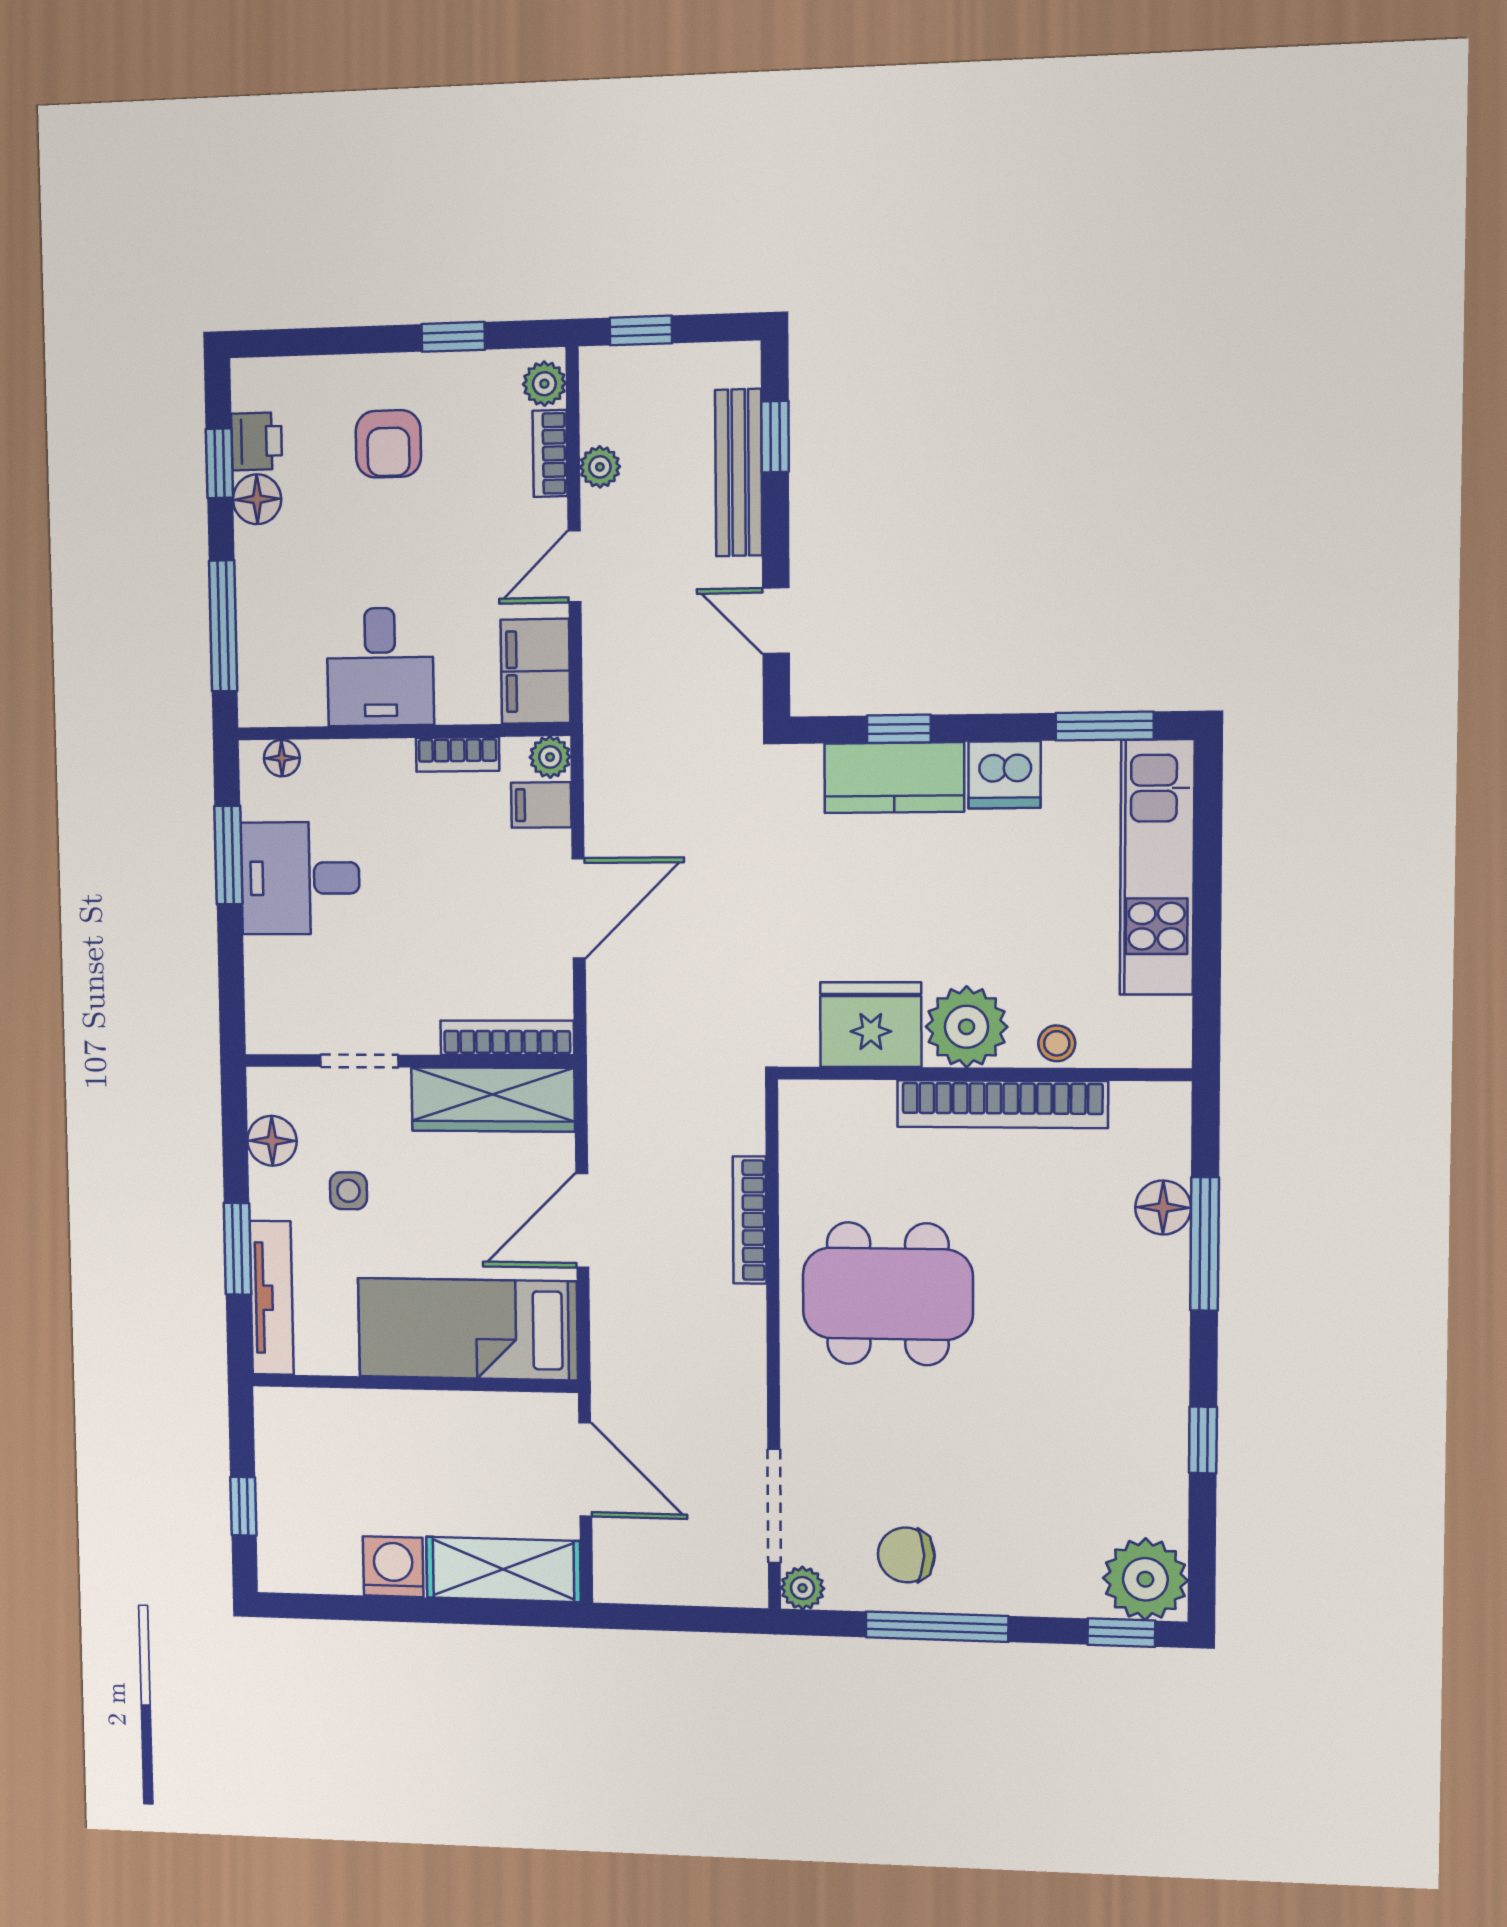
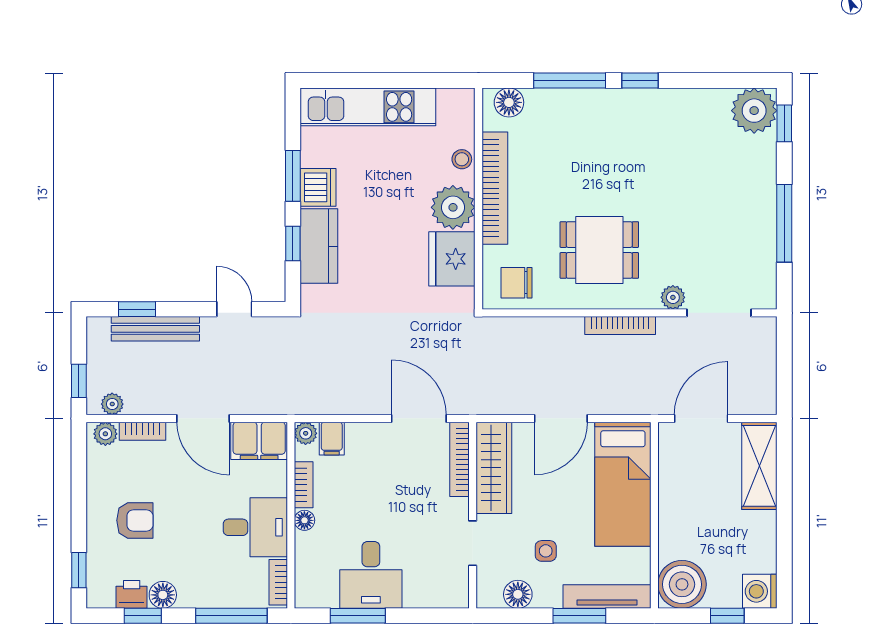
window: (453, 337) -> (79, 570), moved
plant: (600, 467) -> (112, 404), moved
door: (575, 566) -> (203, 418), width x1.38
door: (776, 621) -> (234, 309), swing flipped
bookcase: (284, 710) -> (278, 582), added
window: (1105, 726) -> (293, 176), moved
floor lamp: (282, 758) -> (304, 520), moved
door: (579, 908) -> (419, 418), moved
floor lamp: (1163, 1207) -> (509, 102), moved
bookcase: (750, 1220) -> (620, 325), moved
door: (582, 1221) -> (561, 418), hinge flipped
dining table: (888, 1294) -> (599, 250), width x0.73
boiler: (295, 1429) -> (682, 584), added
window: (1203, 1440) -> (640, 80), moved
chair: (906, 1555) -> (517, 283), moved, turned 90
washing machine: (393, 1567) -> (760, 591), moved
plant: (803, 1588) -> (673, 297), moved

